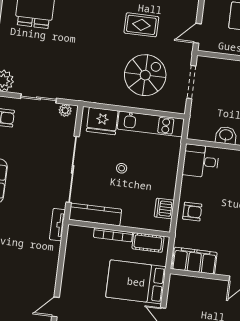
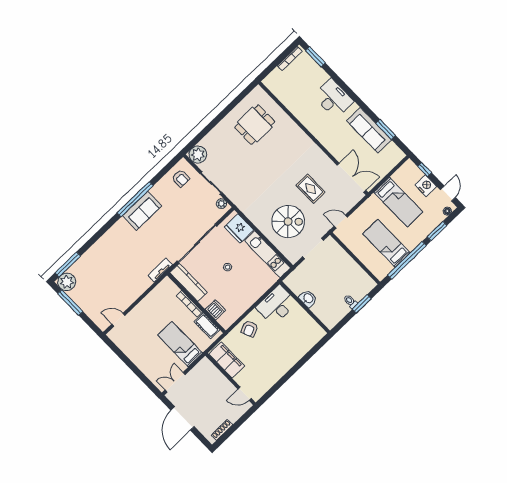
desk: (201, 161) -> (277, 305), width x1.37
dishwasher: (164, 208) -> (215, 310), moved, turned 90
armchair: (192, 212) -> (250, 329), turned 67
bed: (136, 282) -> (180, 344), width x0.67

